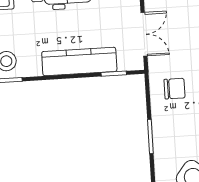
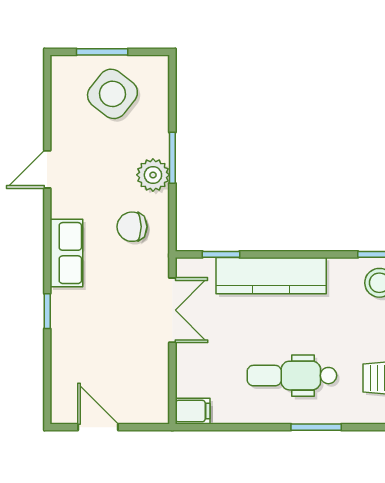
double door: (144, 34) -> (172, 310), swing flipped
plant: (163, 124) -> (153, 175), added

